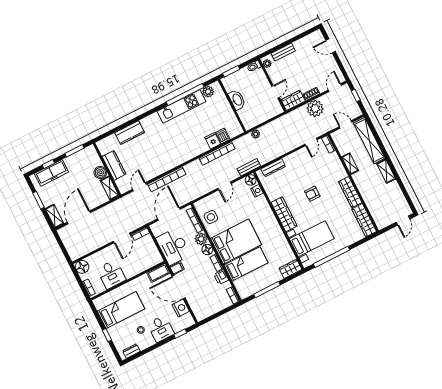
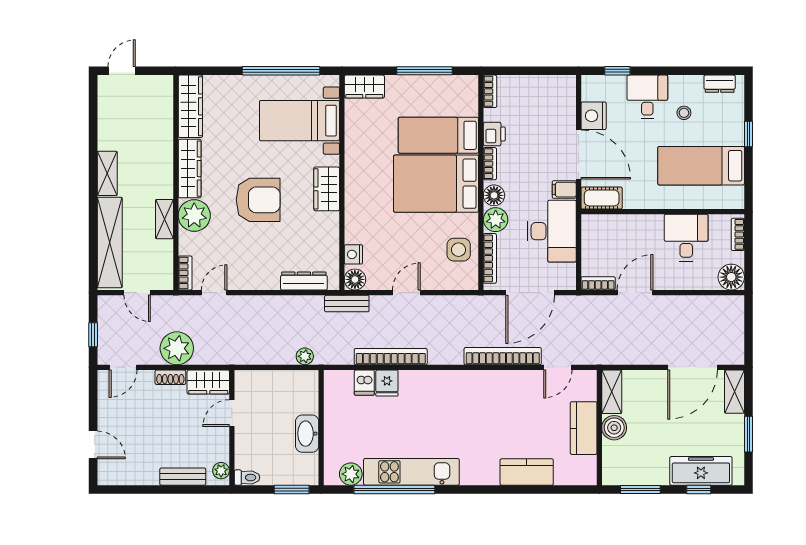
plant: (337, 172) -> (194, 216), added
armchair: (312, 194) -> (258, 200), width x1.88, depth x1.88
wardrobe: (284, 214) -> (327, 189), width x0.67

